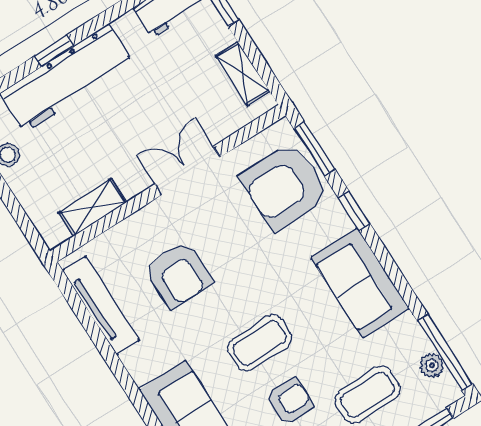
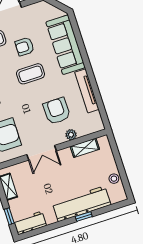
plant: (132, 229) -> (71, 135), added
tv unit: (101, 305) -> (87, 91), moved

